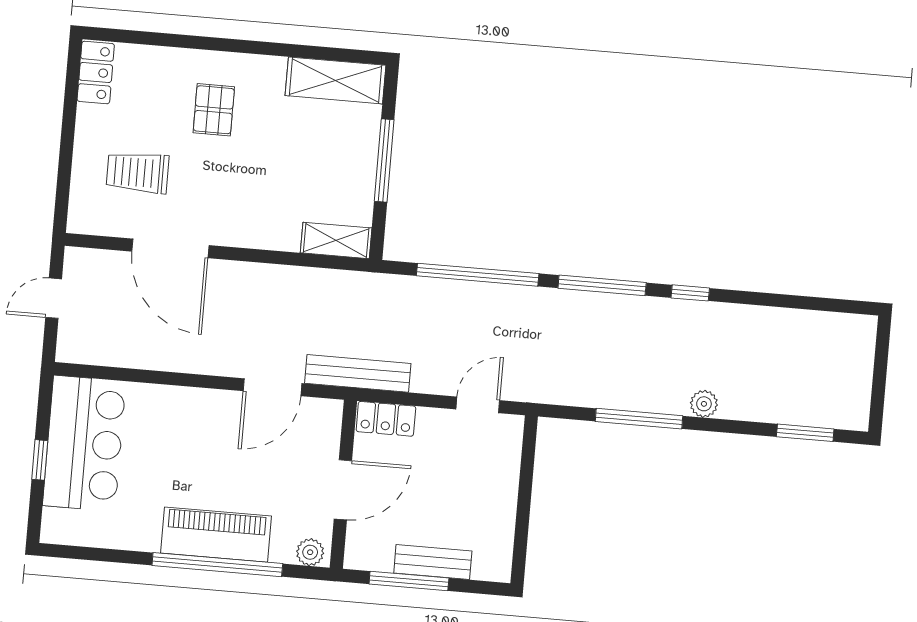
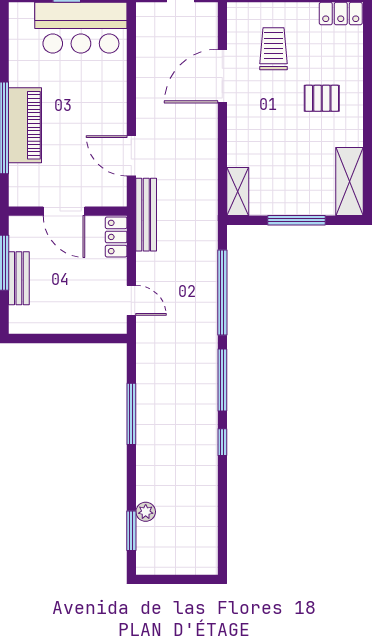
plant: (704, 404) -> (146, 512), moved
plant: (310, 552) -> (18, 192), removed

